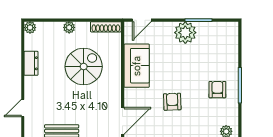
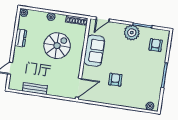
armchair: (217, 90) -> (156, 45), moved

